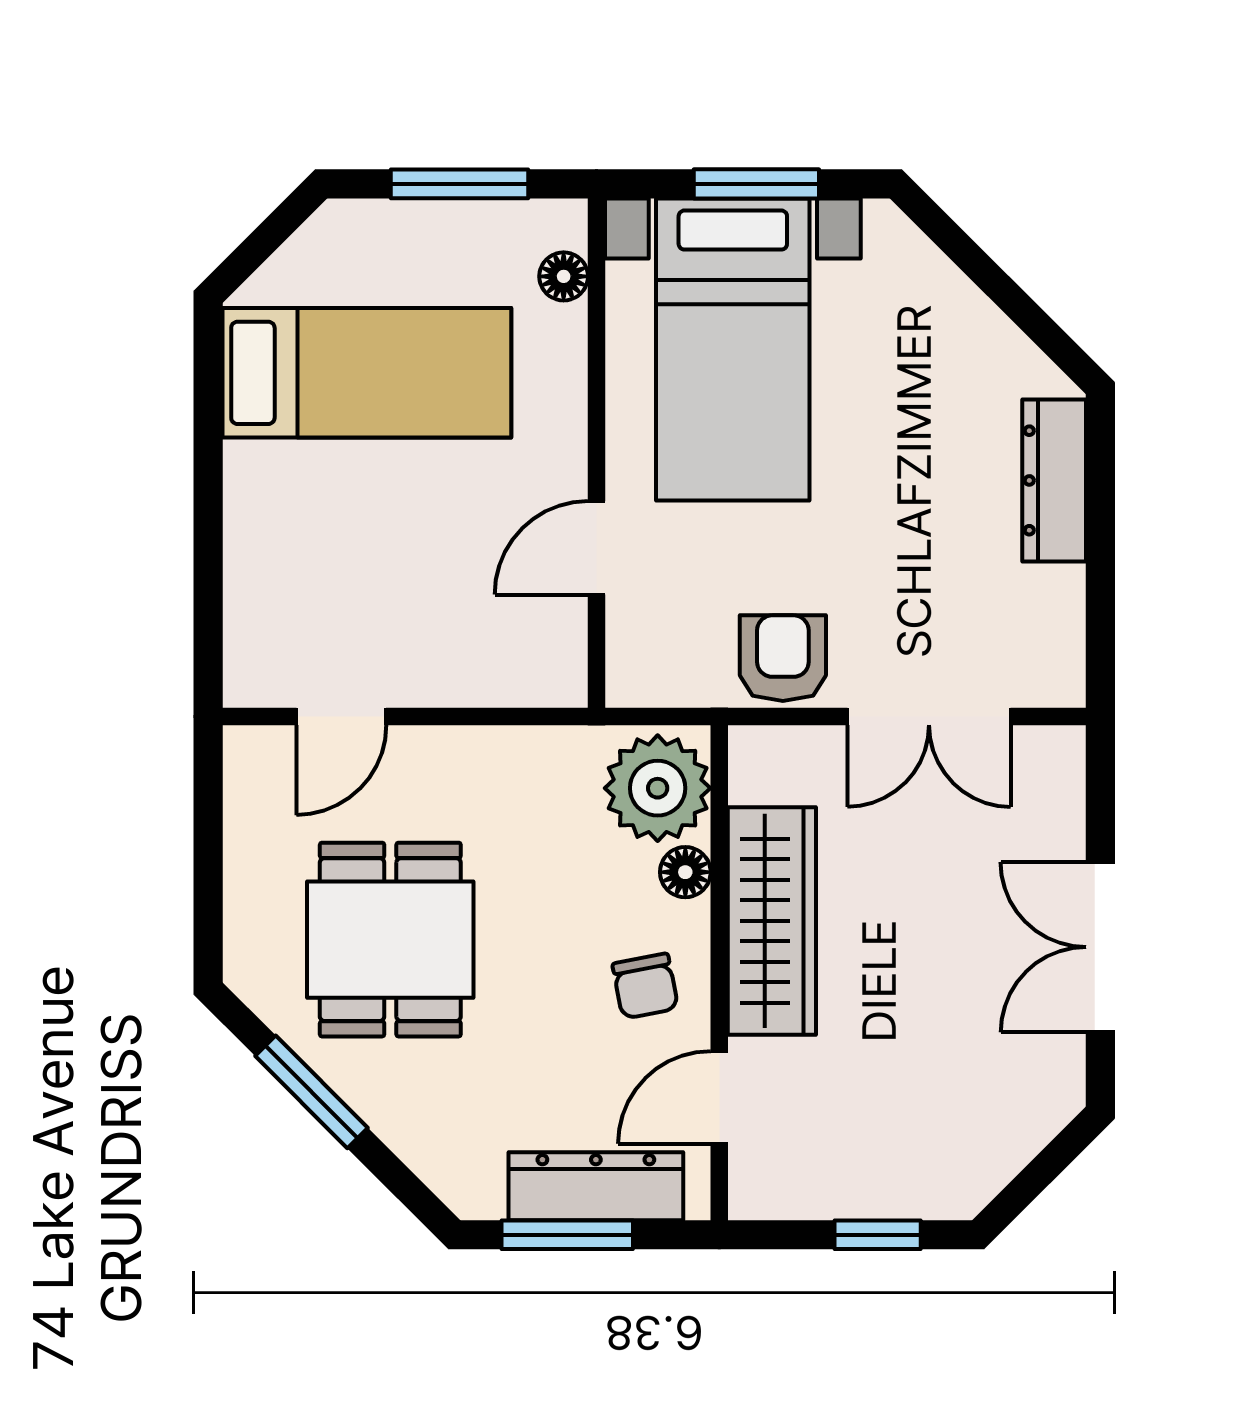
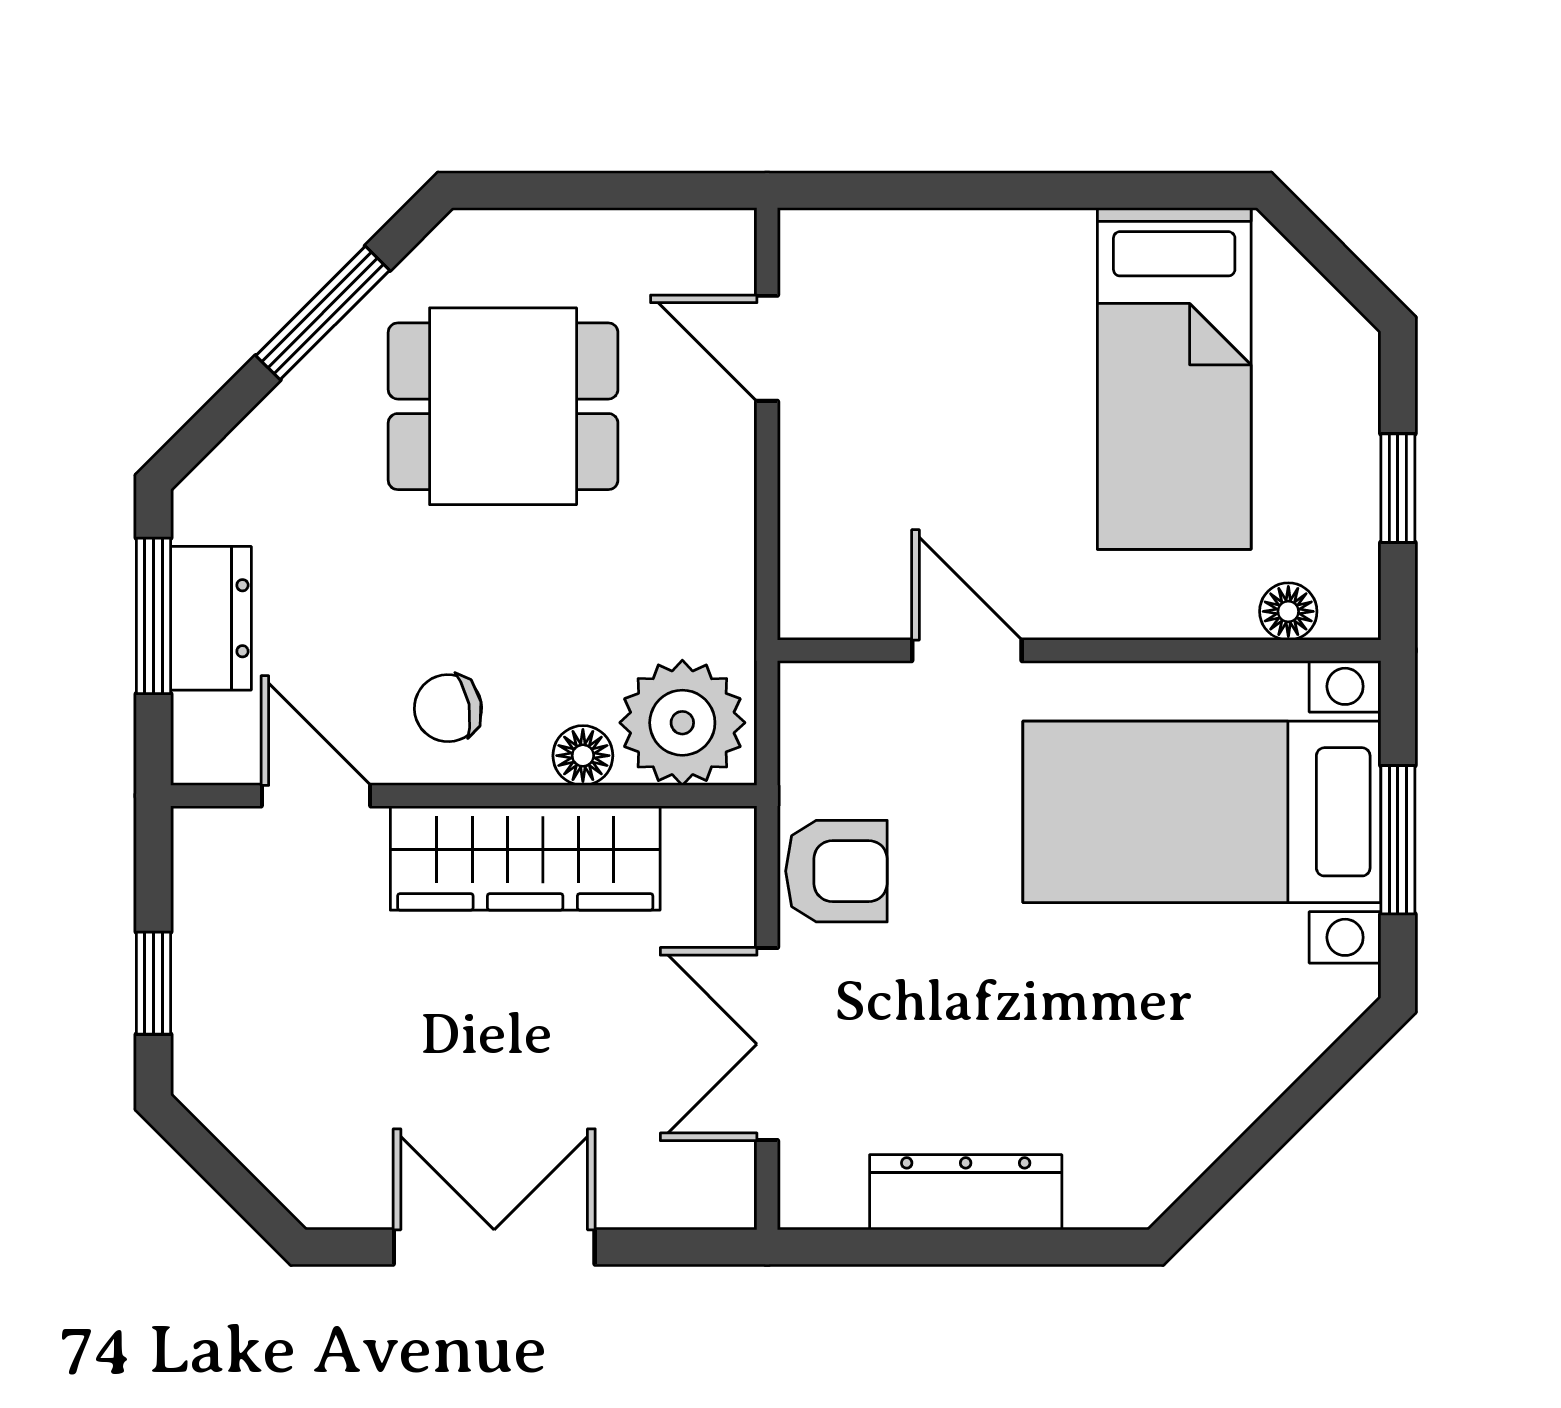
window: (459, 184) -> (1398, 488), width x0.67
dresser: (1054, 480) -> (966, 1192), moved
dresser: (596, 1186) -> (211, 618), width x0.70

